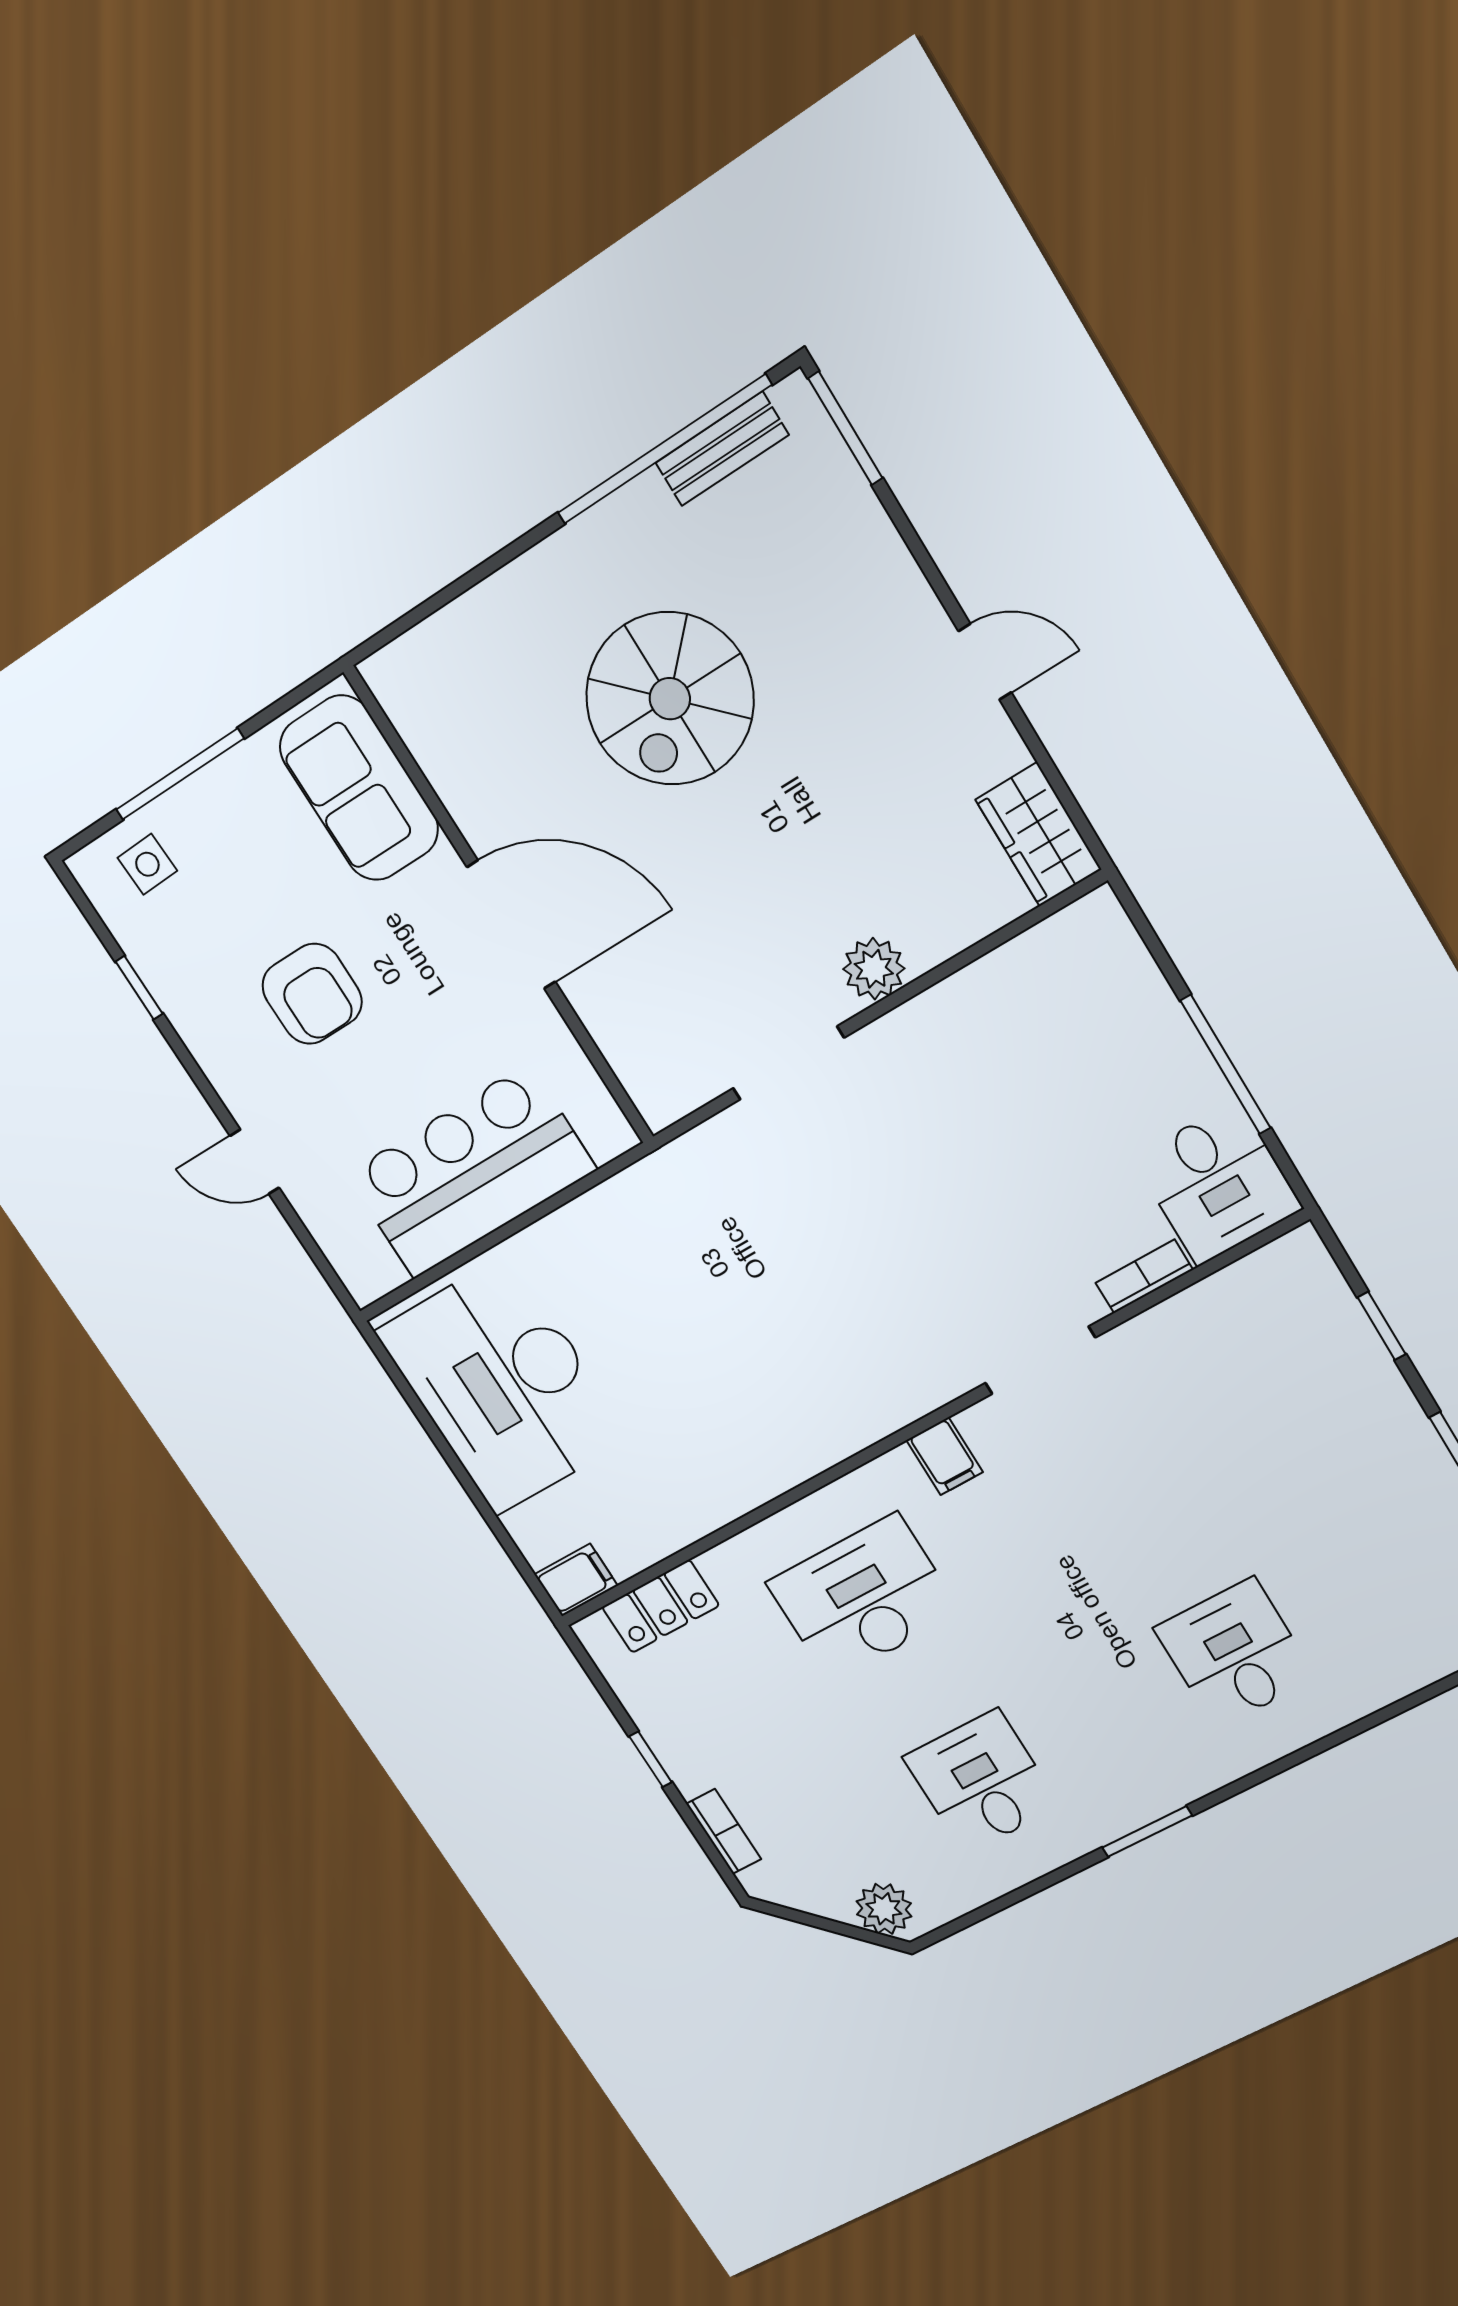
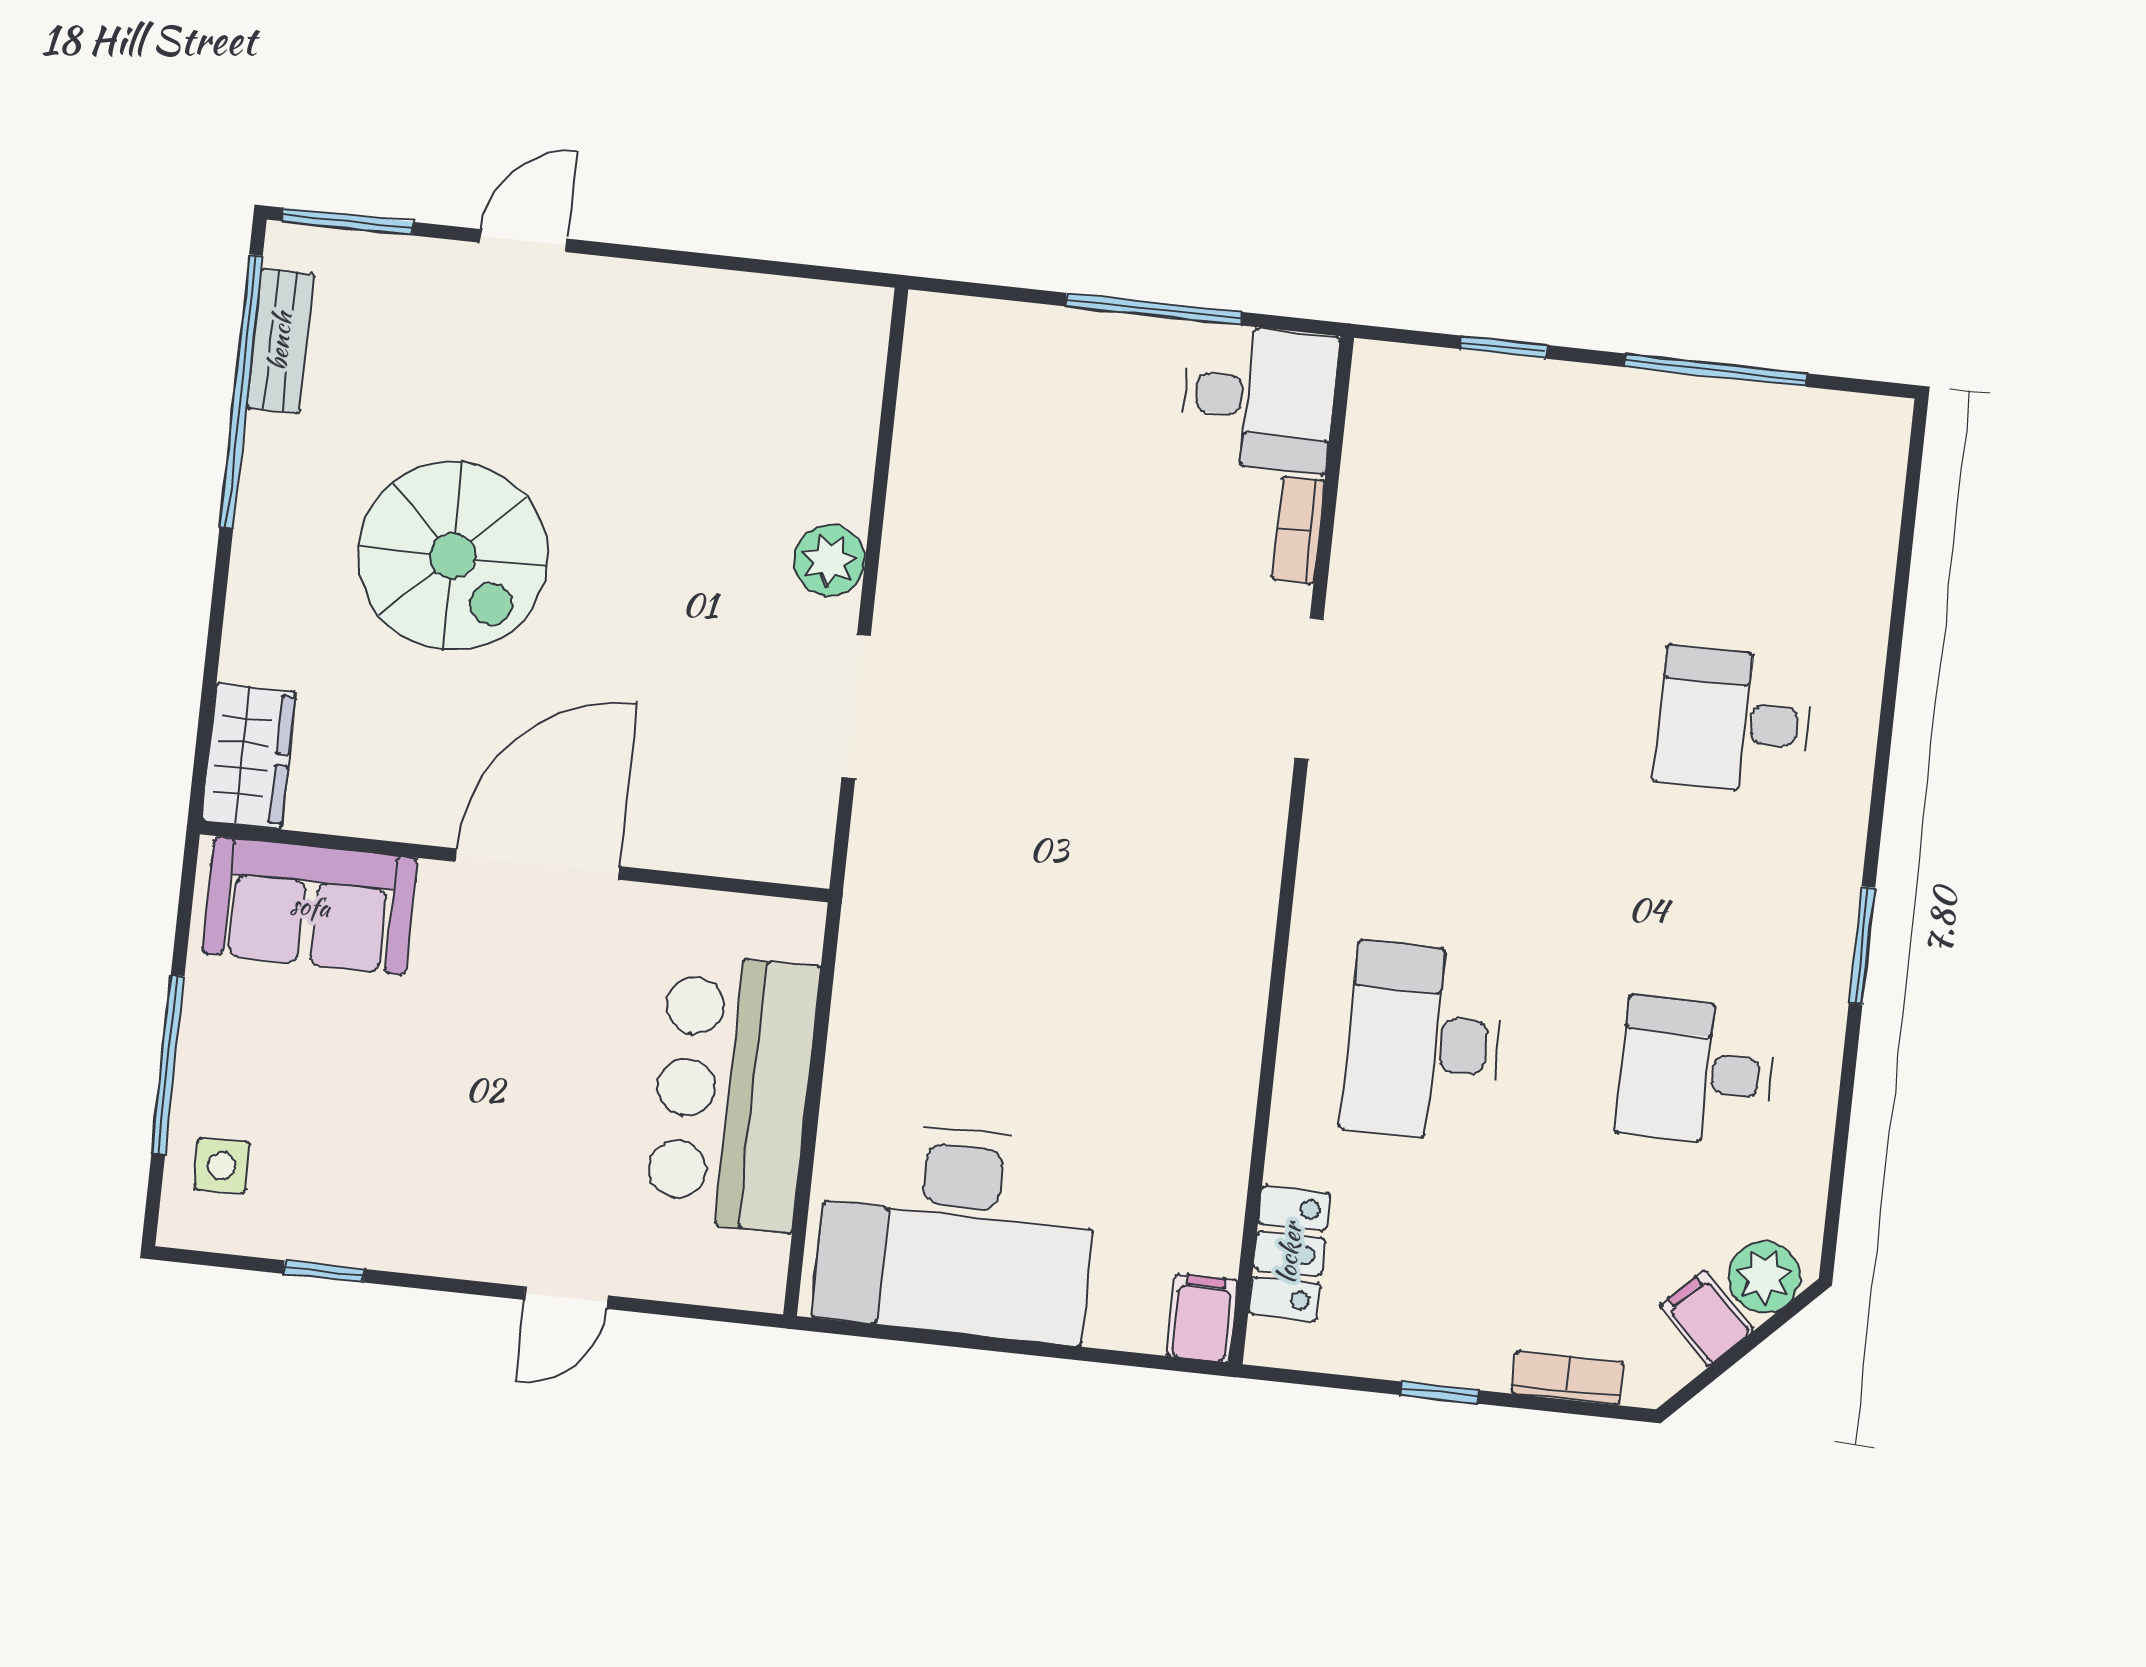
door: (985, 662) -> (523, 241), moved
wardrobe: (1038, 834) -> (249, 756), moved, turned -90
armchair: (312, 994) -> (456, 1107), removed
filing cabinet: (945, 1456) -> (1707, 1318), moved, turned -135

